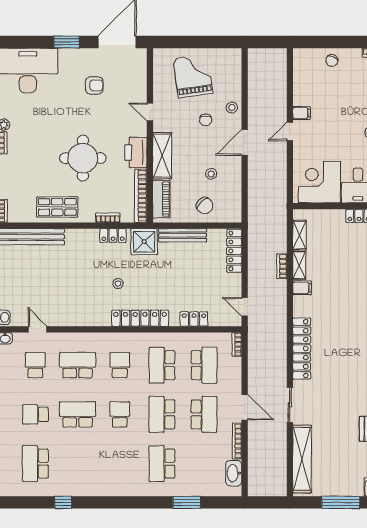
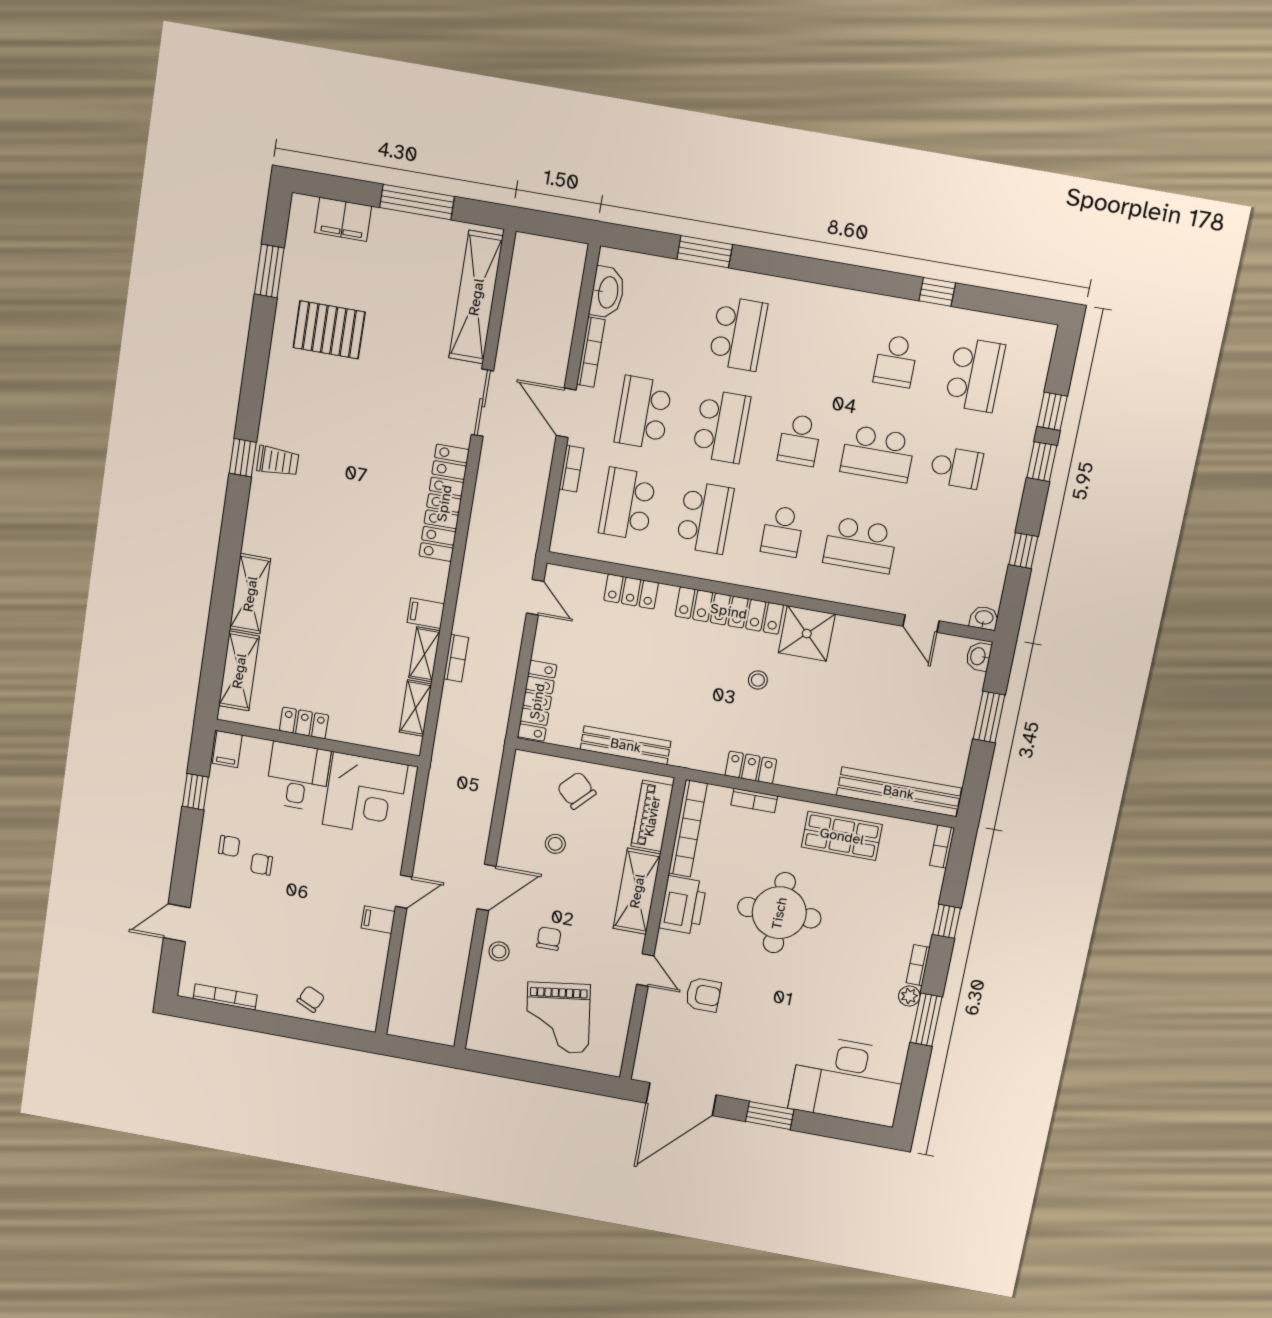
armchair: (94, 85) -> (703, 995), moved, turned 180
shower: (144, 242) -> (807, 633), moved
bookcase: (237, 344) -> (571, 469), moved
school desk: (35, 365) -> (896, 361), moved

